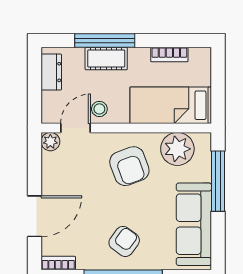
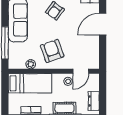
plant: (50, 142) -> (94, 64), removed
plant: (177, 149) -> (31, 64), width x0.53, depth x0.53

